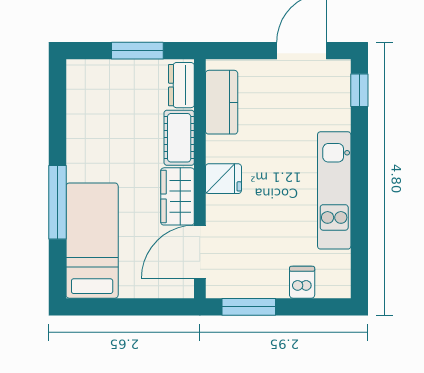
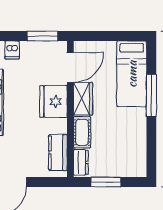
fridge: (223, 179) -> (53, 101), width x1.88, depth x1.34

